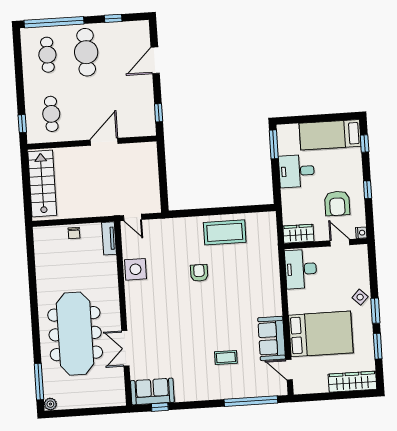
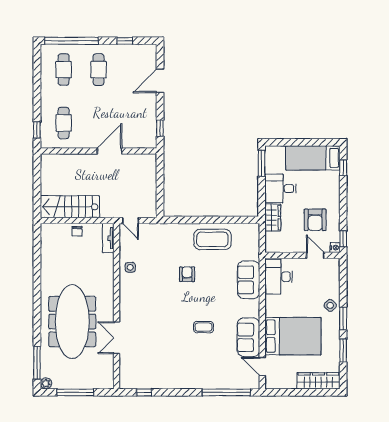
cafe table: (86, 52) -> (98, 70), width x0.73, depth x0.74
stairs: (42, 184) -> (70, 207), moved, turned -90
window: (368, 190) -> (343, 239), moved
wardrobe: (298, 234) -> (273, 218), moved, turned 90
side table: (135, 269) -> (130, 267), width x0.54, depth x0.54
coffee table: (226, 357) -> (203, 327), moved
sofa: (152, 391) -> (249, 280), moved, turned -90
window: (84, 412) -> (75, 392), added

